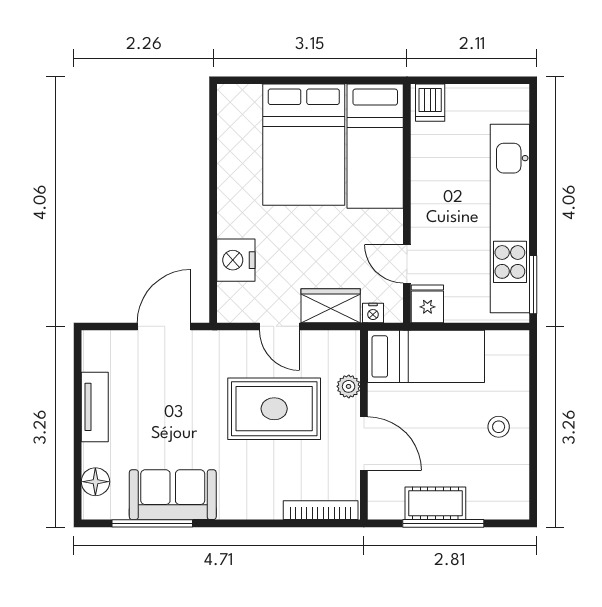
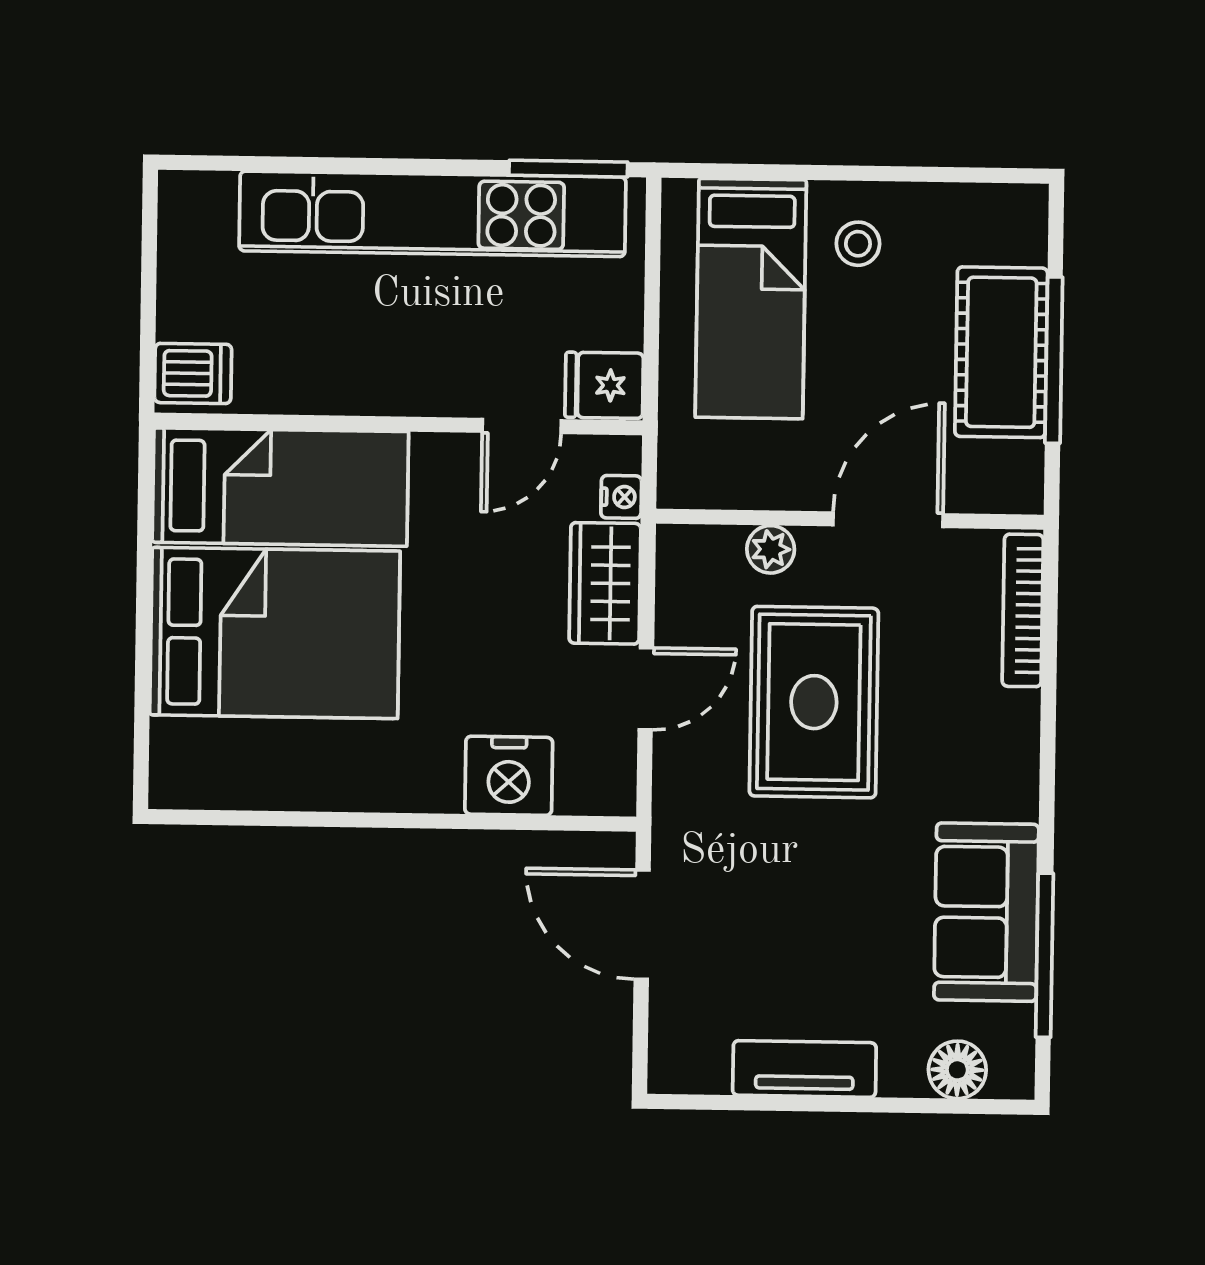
bed: (426, 356) -> (751, 299), moved, turned 180
cot: (435, 503) -> (1001, 352), width x1.37, depth x1.34

